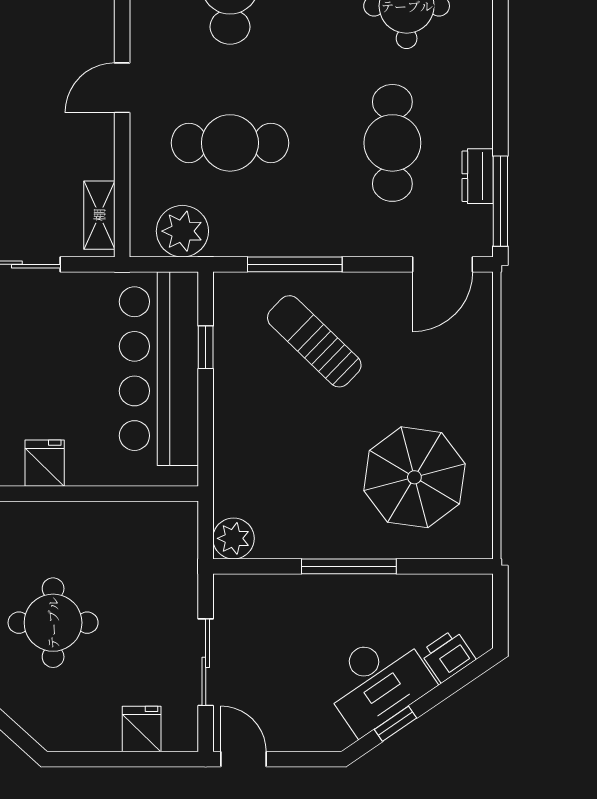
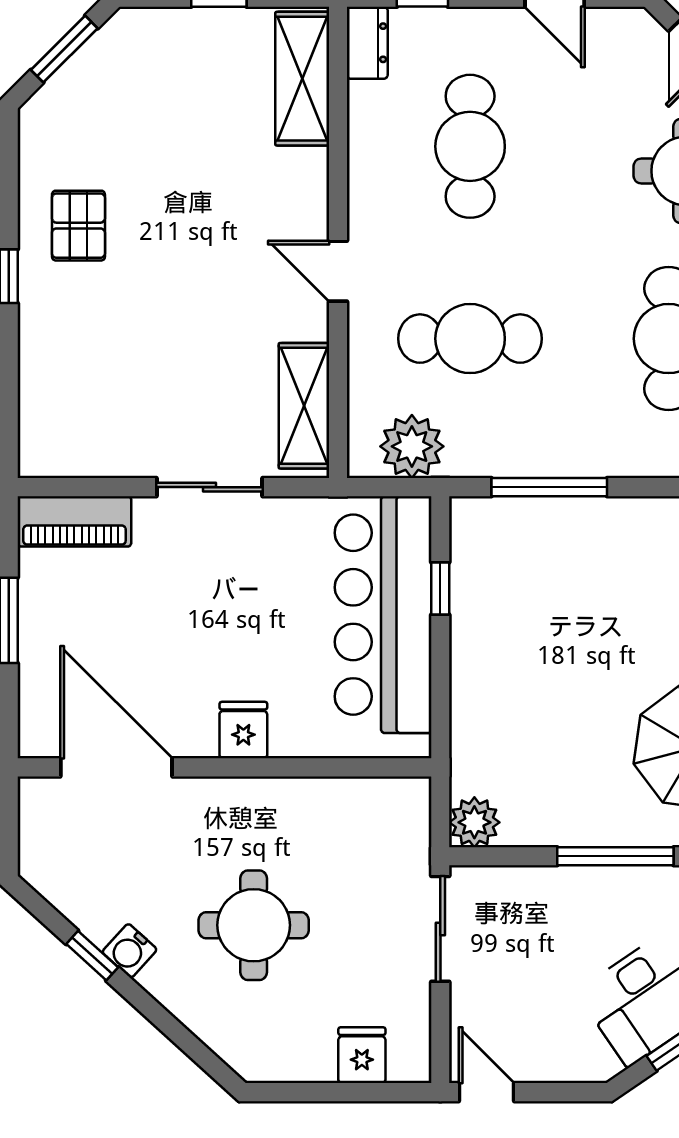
door: (122, 88) -> (338, 271), hinge flipped
shelving: (99, 215) -> (304, 406), width x1.50, depth x1.33
sun lounger: (314, 341) -> (573, 581), removed
sliding door: (206, 662) -> (440, 929), moved

